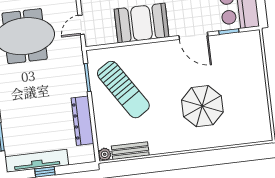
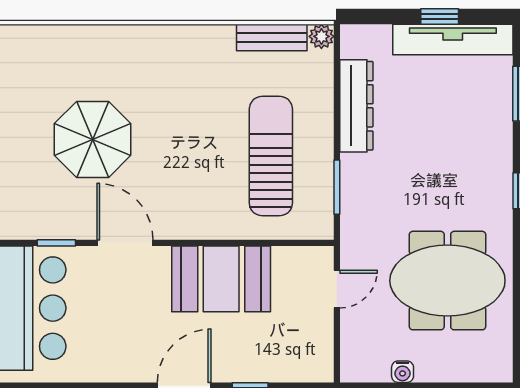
sun lounger: (123, 90) -> (271, 156), turned 33
parasol: (202, 106) -> (93, 139), moved

